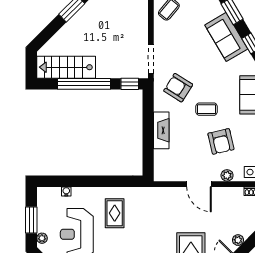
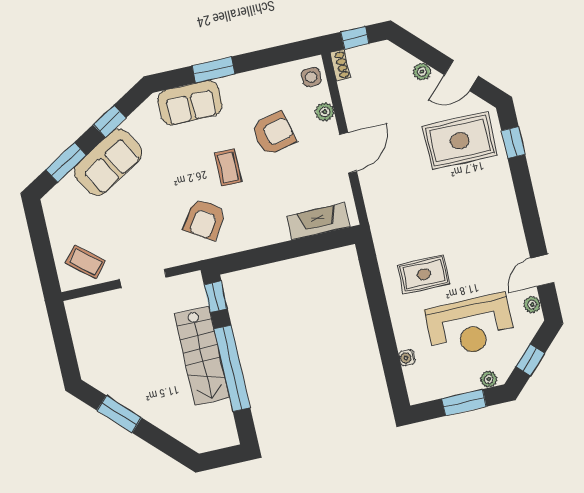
doorway: (151, 59) -> (143, 278), moved
stairs: (66, 67) -> (202, 356), moved
fireplace: (161, 130) -> (318, 221), moved

